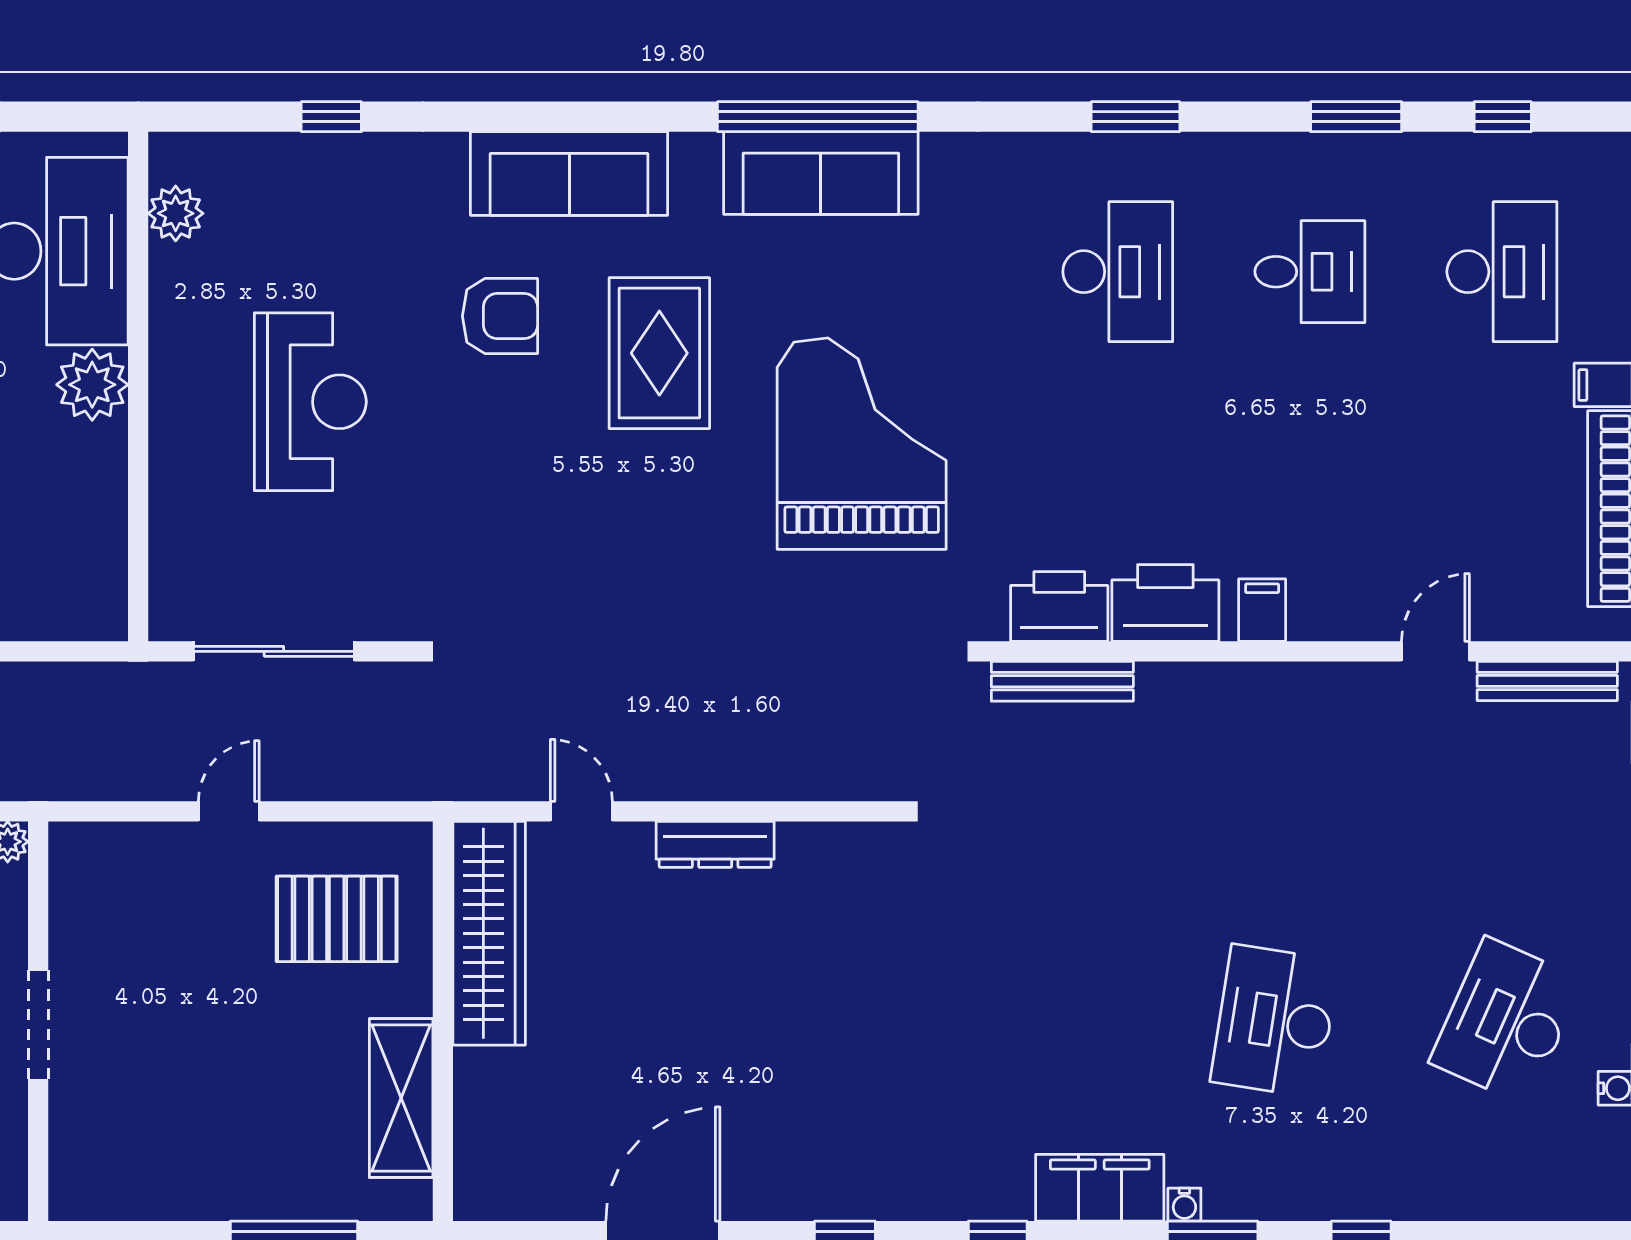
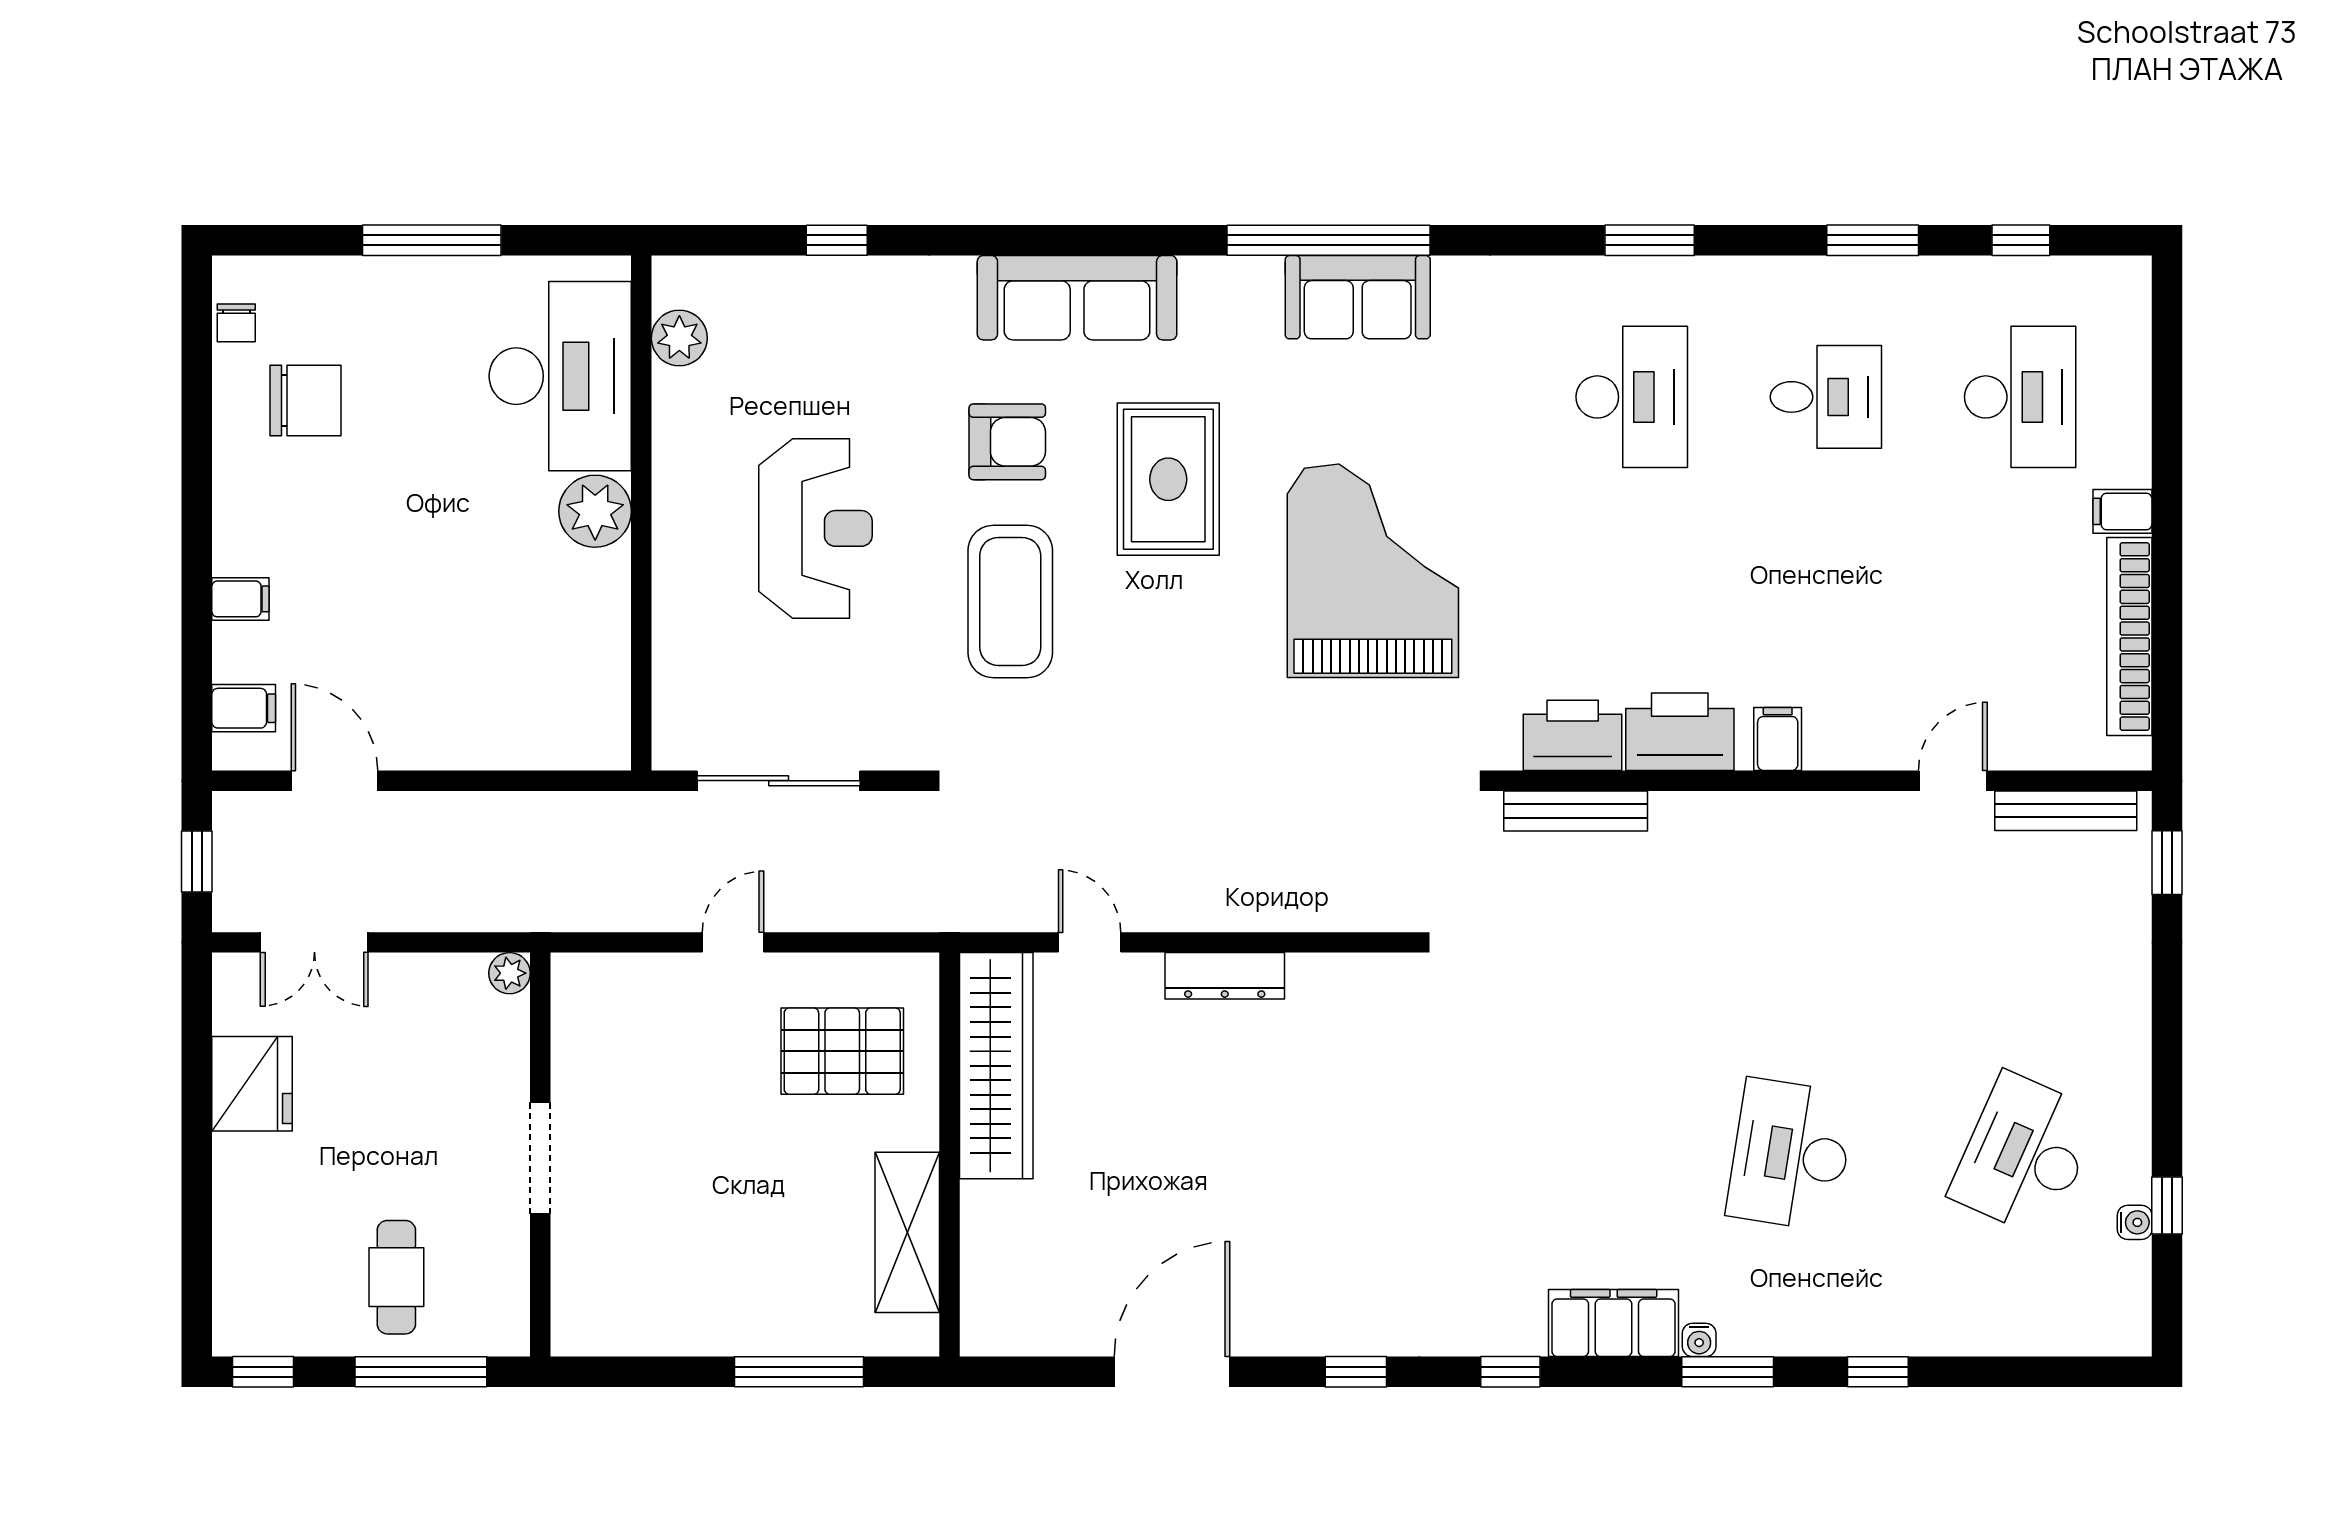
sofa: (821, 173) -> (1358, 297), width x0.73
coffee table: (503, 474) -> (1010, 602), added

